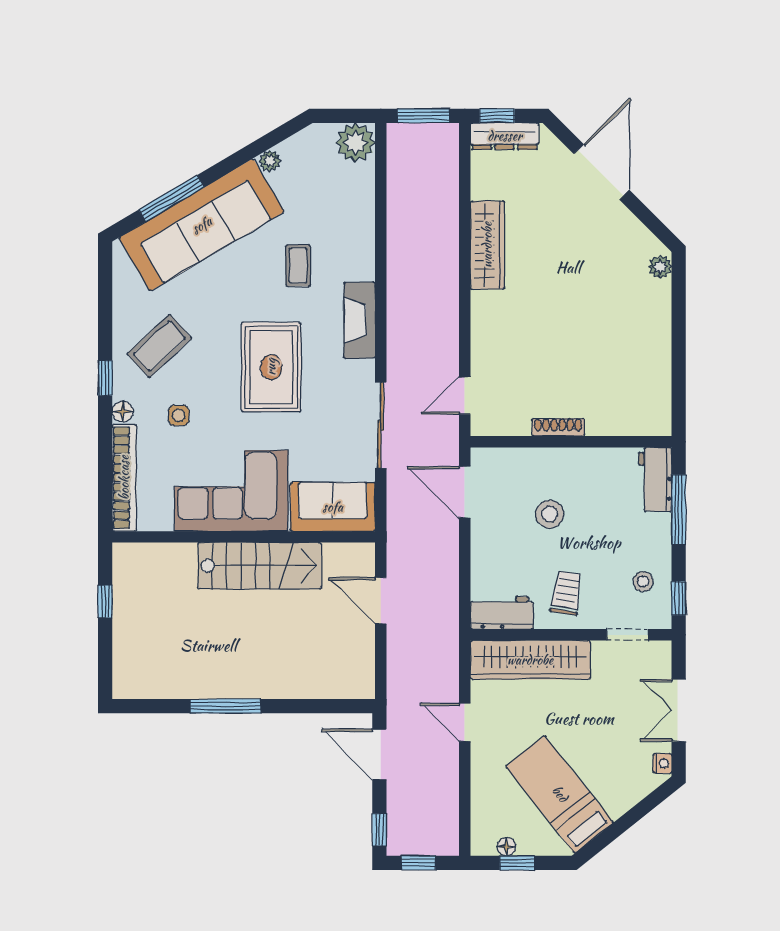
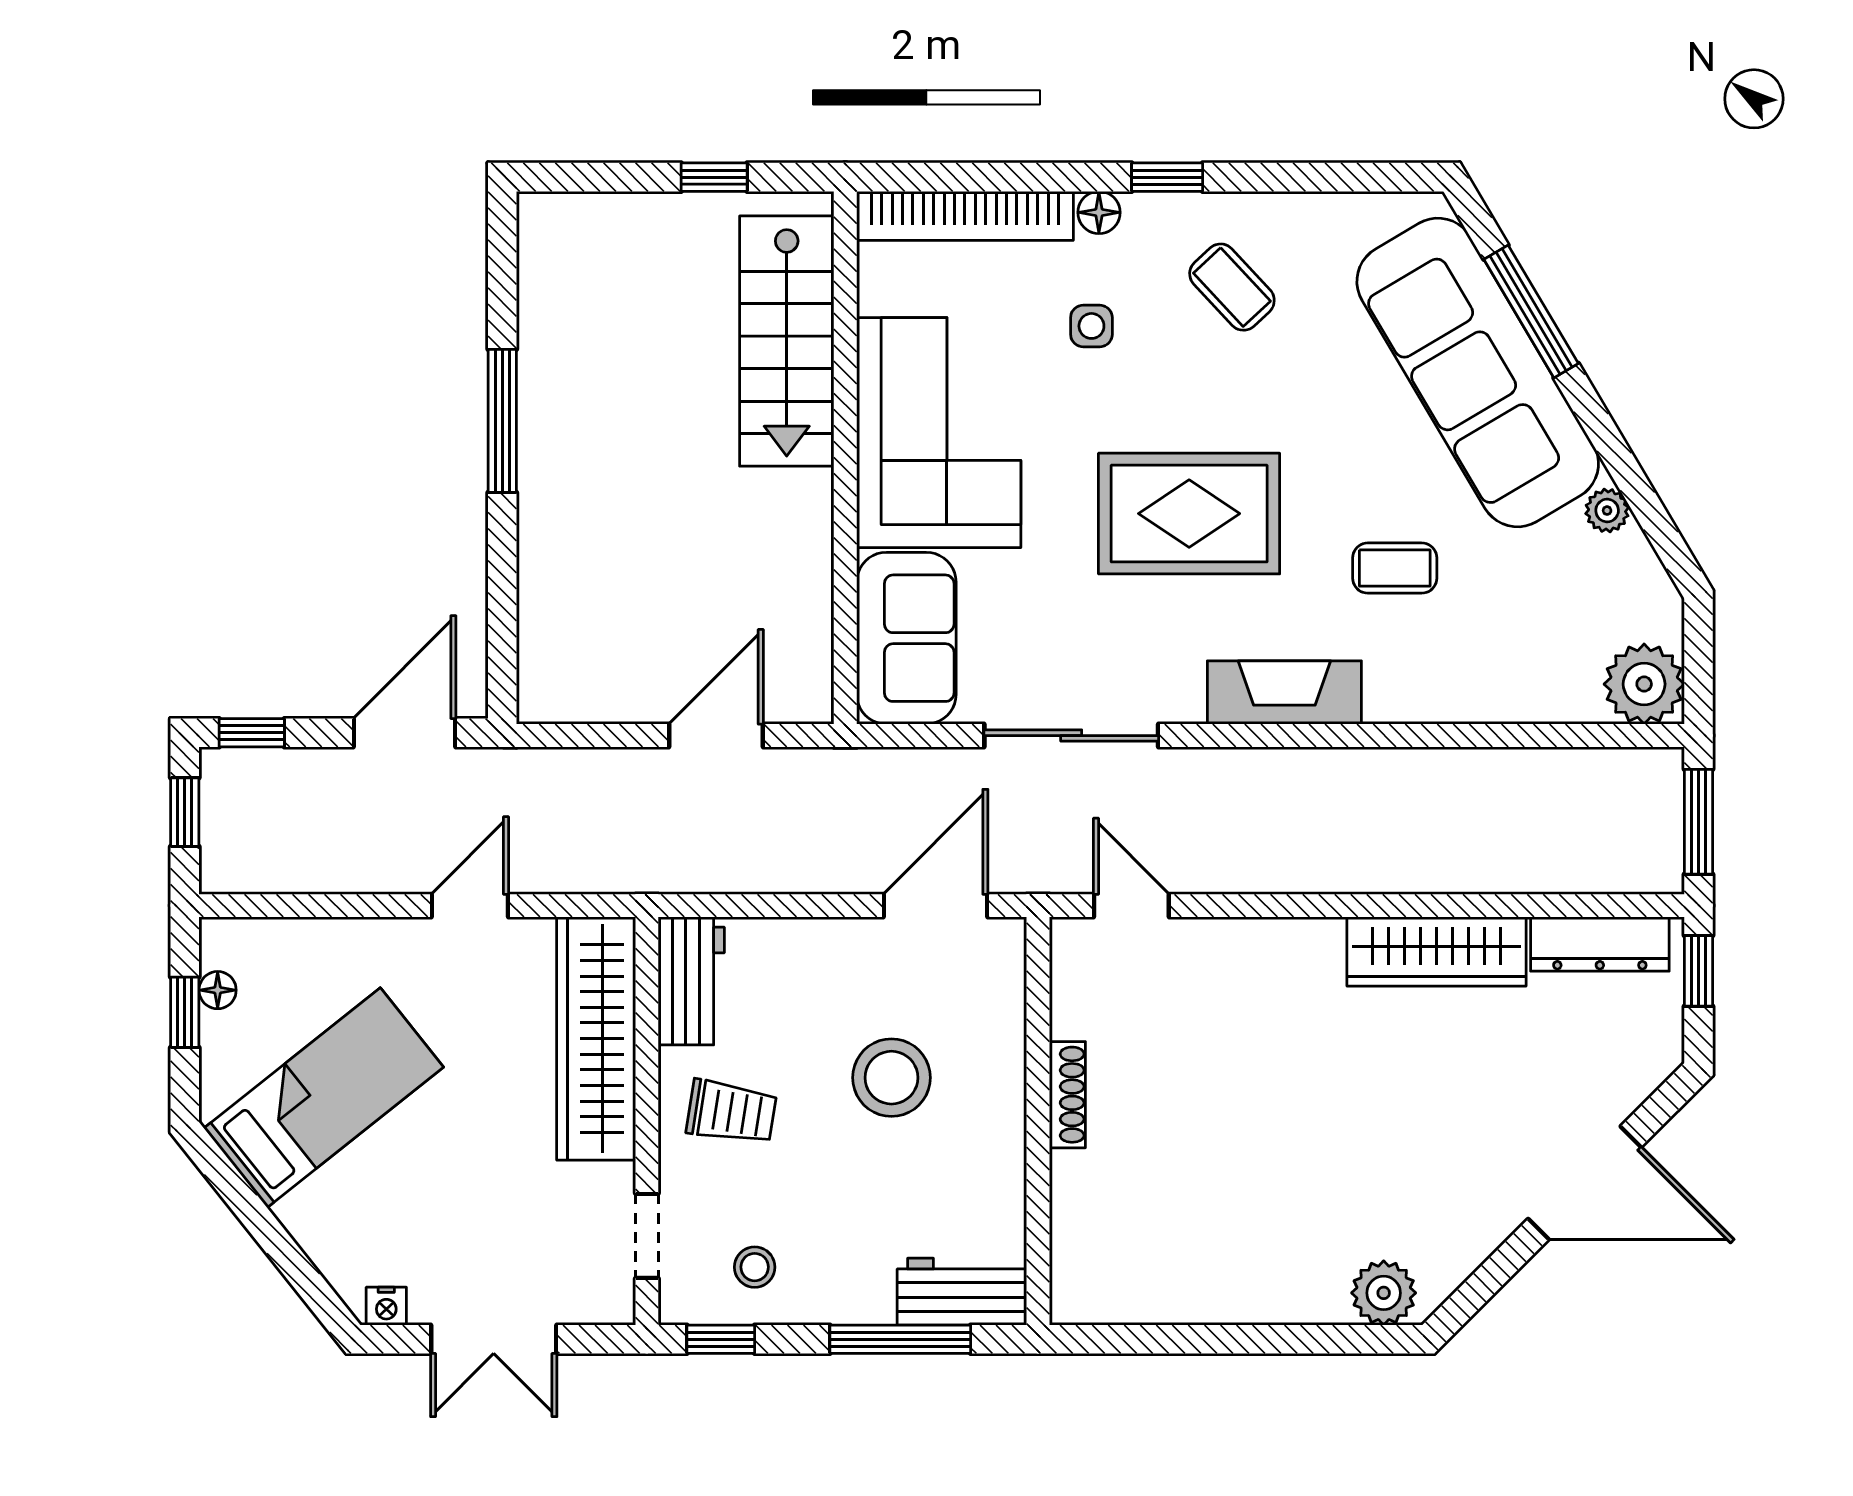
dresser: (505, 136) -> (1600, 944), moved, turned -90
plant: (660, 267) -> (1384, 1293), width x1.38, depth x1.38
coffee table: (159, 346) -> (1232, 287), width x0.73, depth x0.77
stool: (550, 514) -> (891, 1078), width x1.38, depth x1.38
stairs: (260, 566) -> (787, 341), moved
double door: (679, 710) -> (494, 1339), swing flipped

